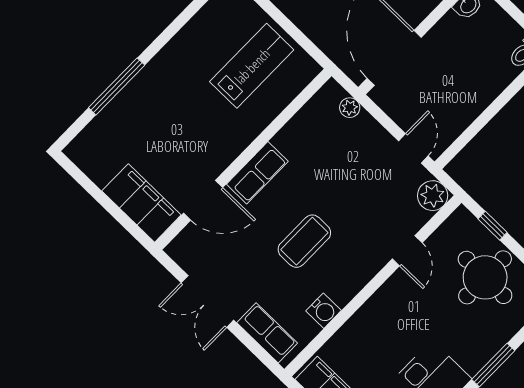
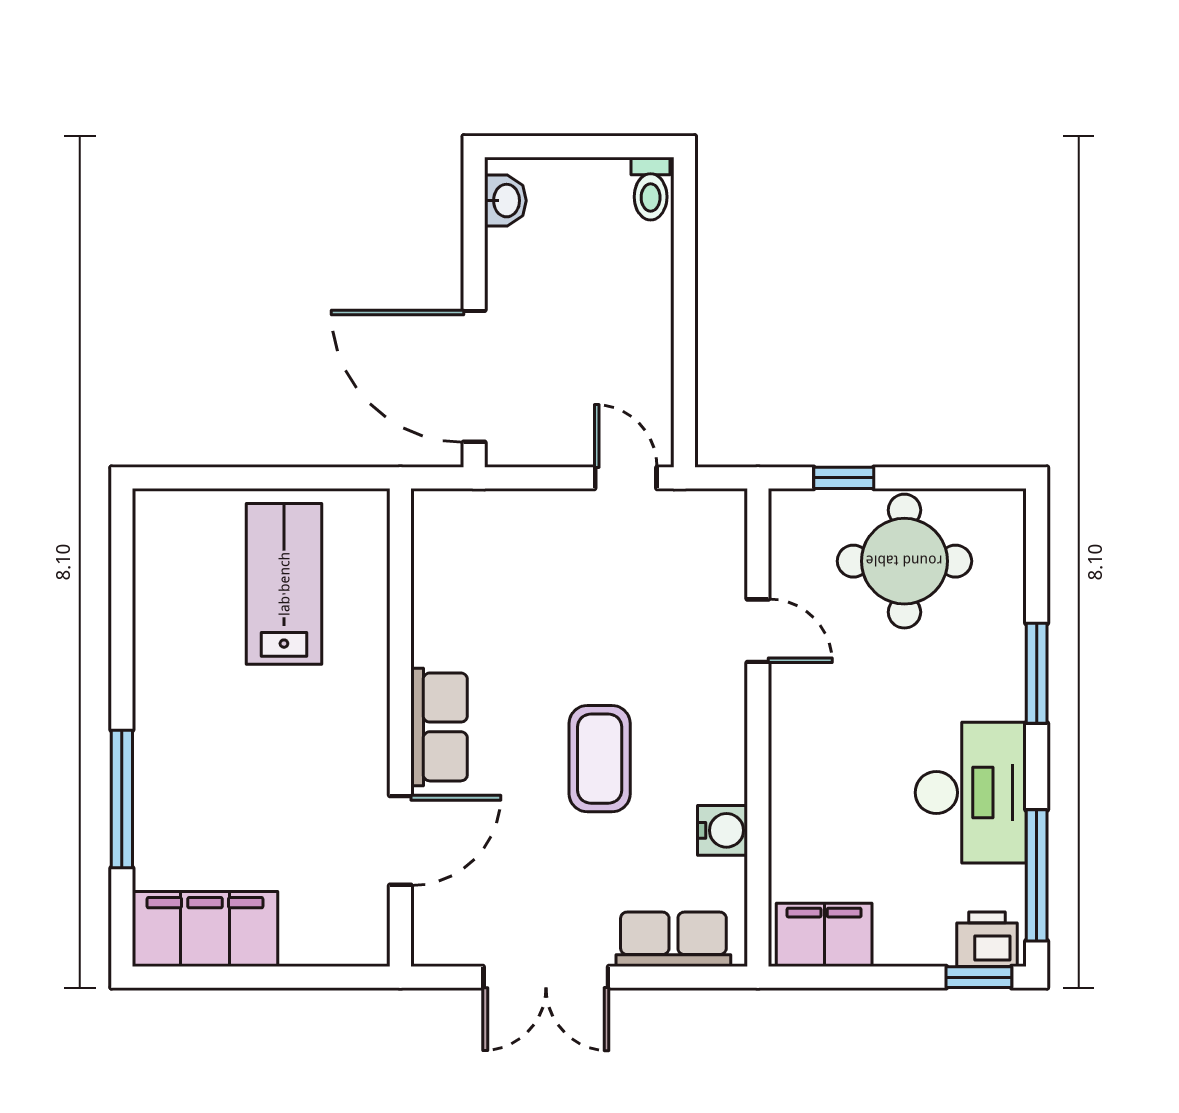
plant: (350, 108) -> (480, 508), removed
plant: (433, 196) -> (718, 518), removed
filing cabinet: (141, 203) -> (205, 929), moved

